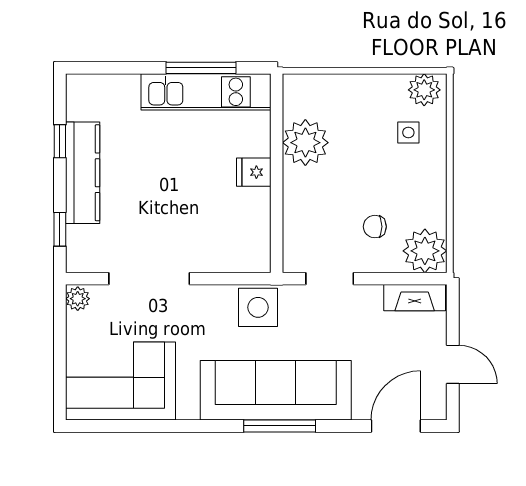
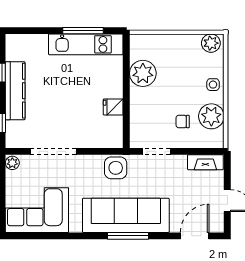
side table: (408, 132) -> (213, 85), moved
fridge: (254, 172) -> (113, 107), moved
plant: (425, 251) -> (211, 116), moved

